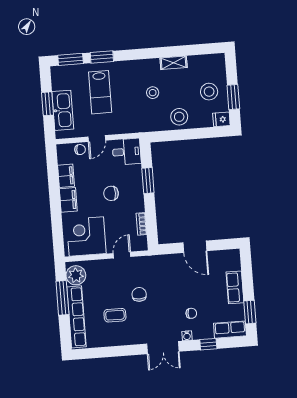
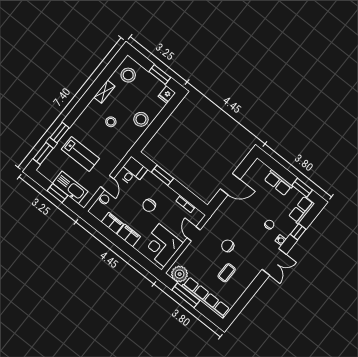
stool: (209, 92) -> (128, 75), moved

